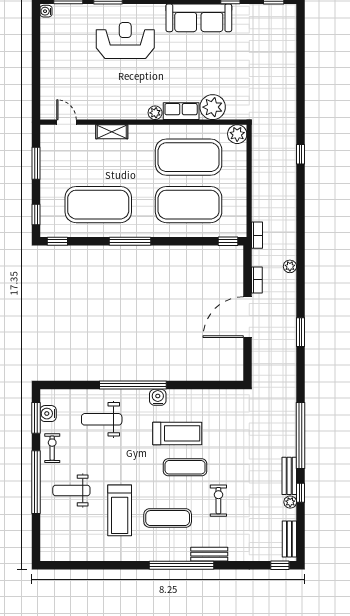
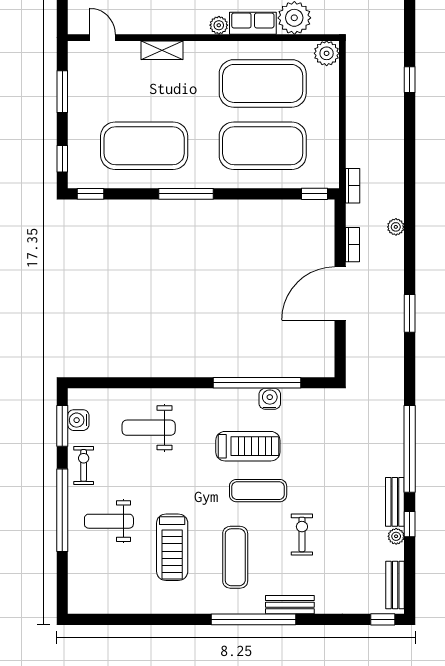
window: (133, 385) -> (257, 383), moved
water cooler: (158, 397) -> (270, 399), moved
exercise mat: (168, 518) -> (235, 557), turned 90

